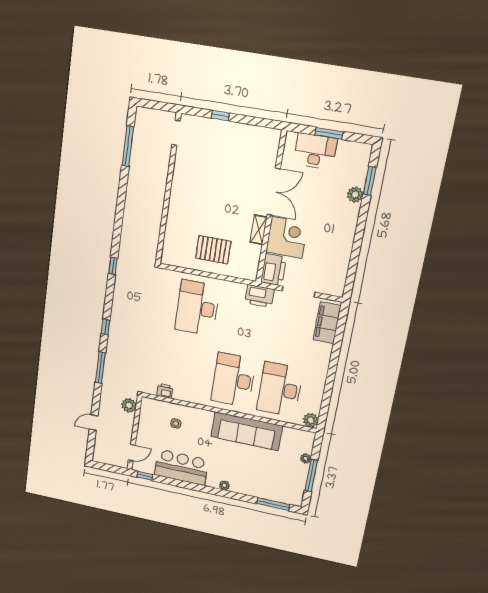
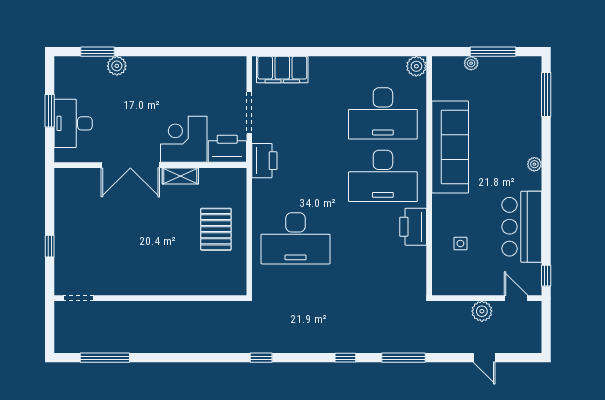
double door: (274, 192) -> (130, 165), swing flipped
printer: (165, 391) -> (413, 227), moved, width x1.87, depth x1.48
plant: (129, 405) -> (482, 311), moved

